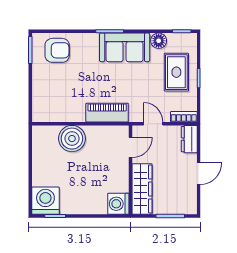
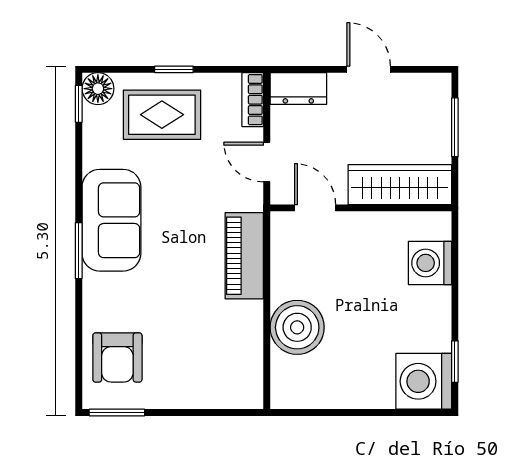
floor lamp: (159, 41) -> (98, 89), moved
armchair: (57, 50) -> (117, 357), turned 180
door: (153, 124) -> (267, 162), hinge flipped
washing machine: (118, 204) -> (430, 263), moved, turned 90

